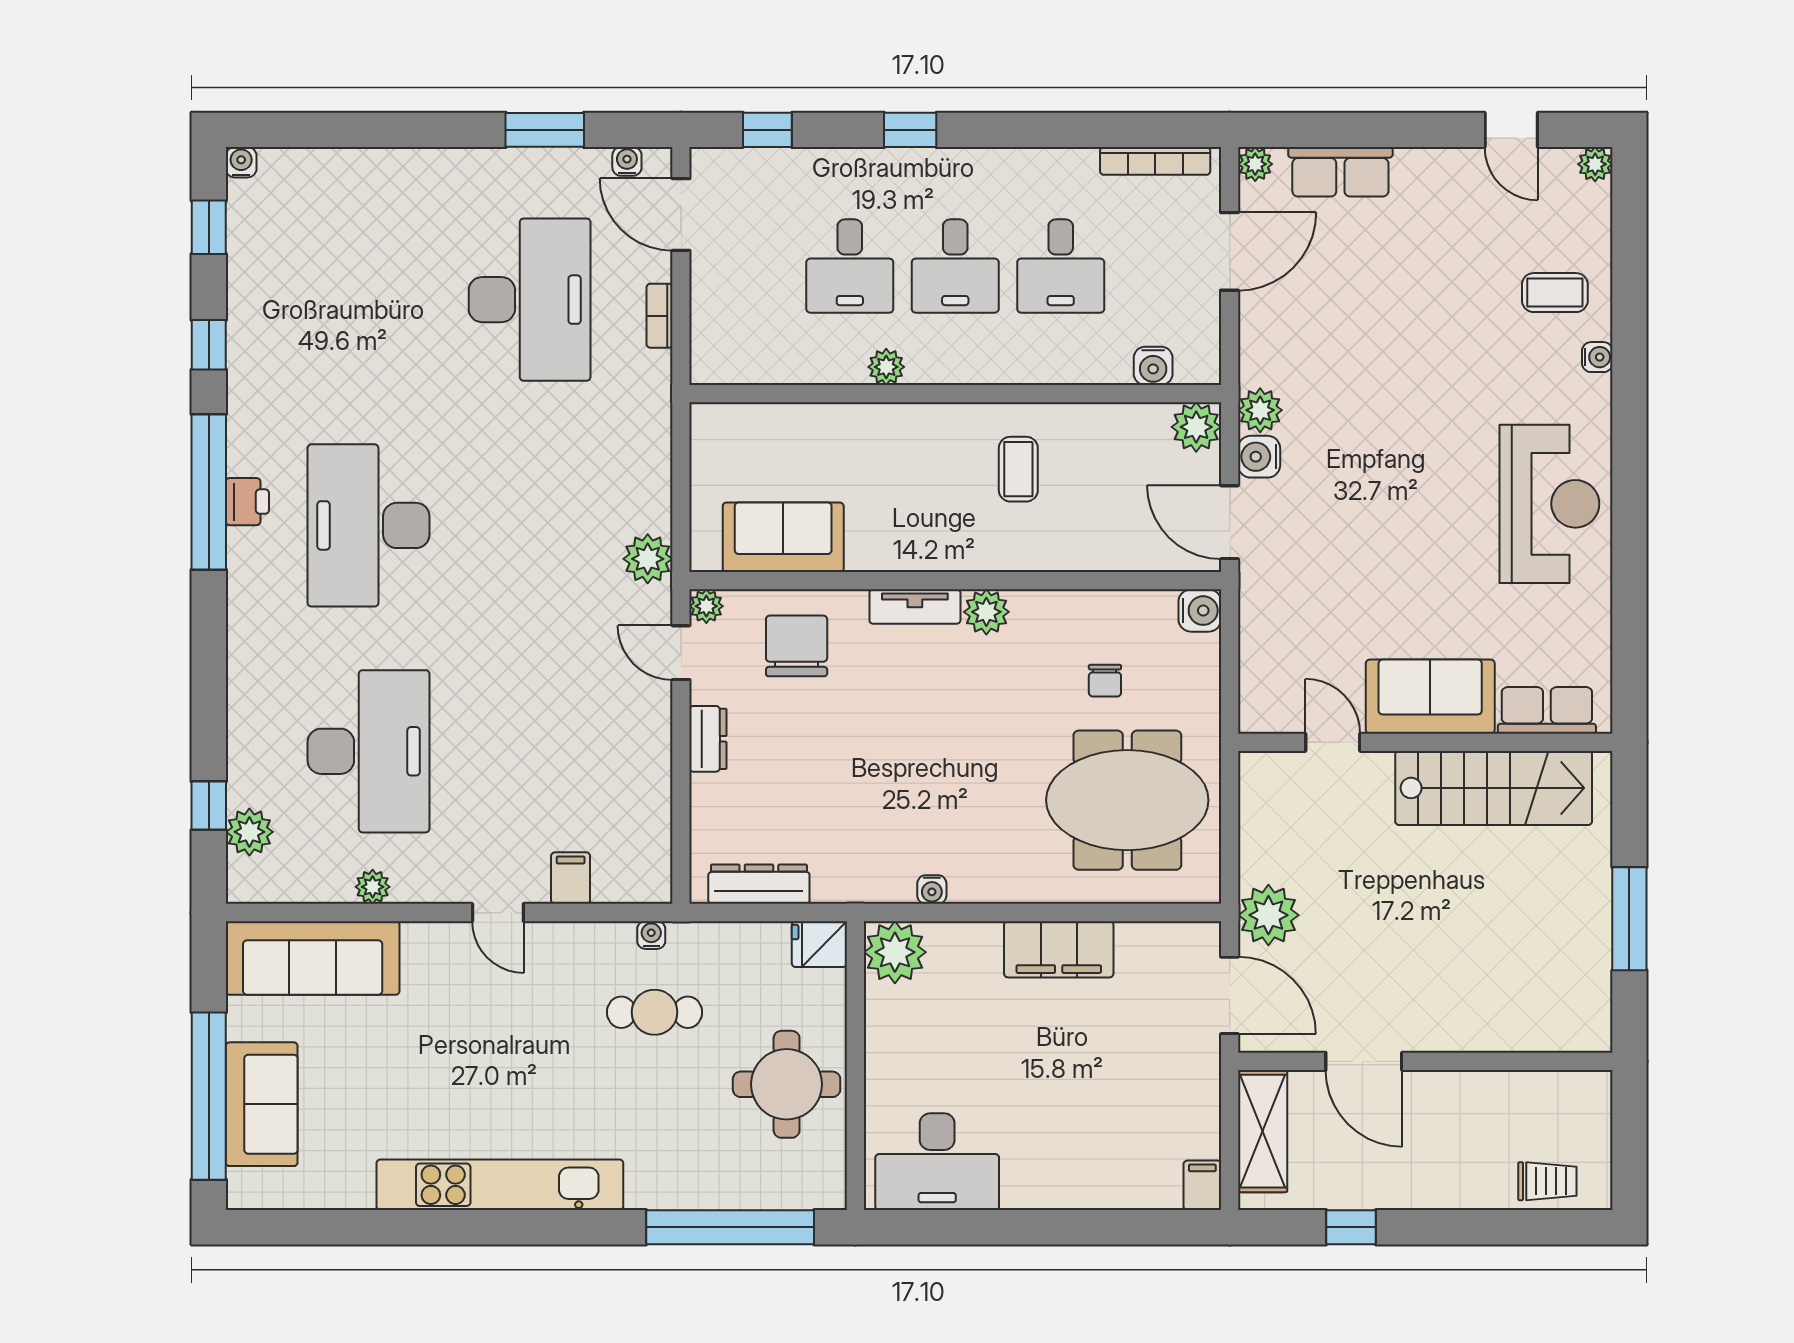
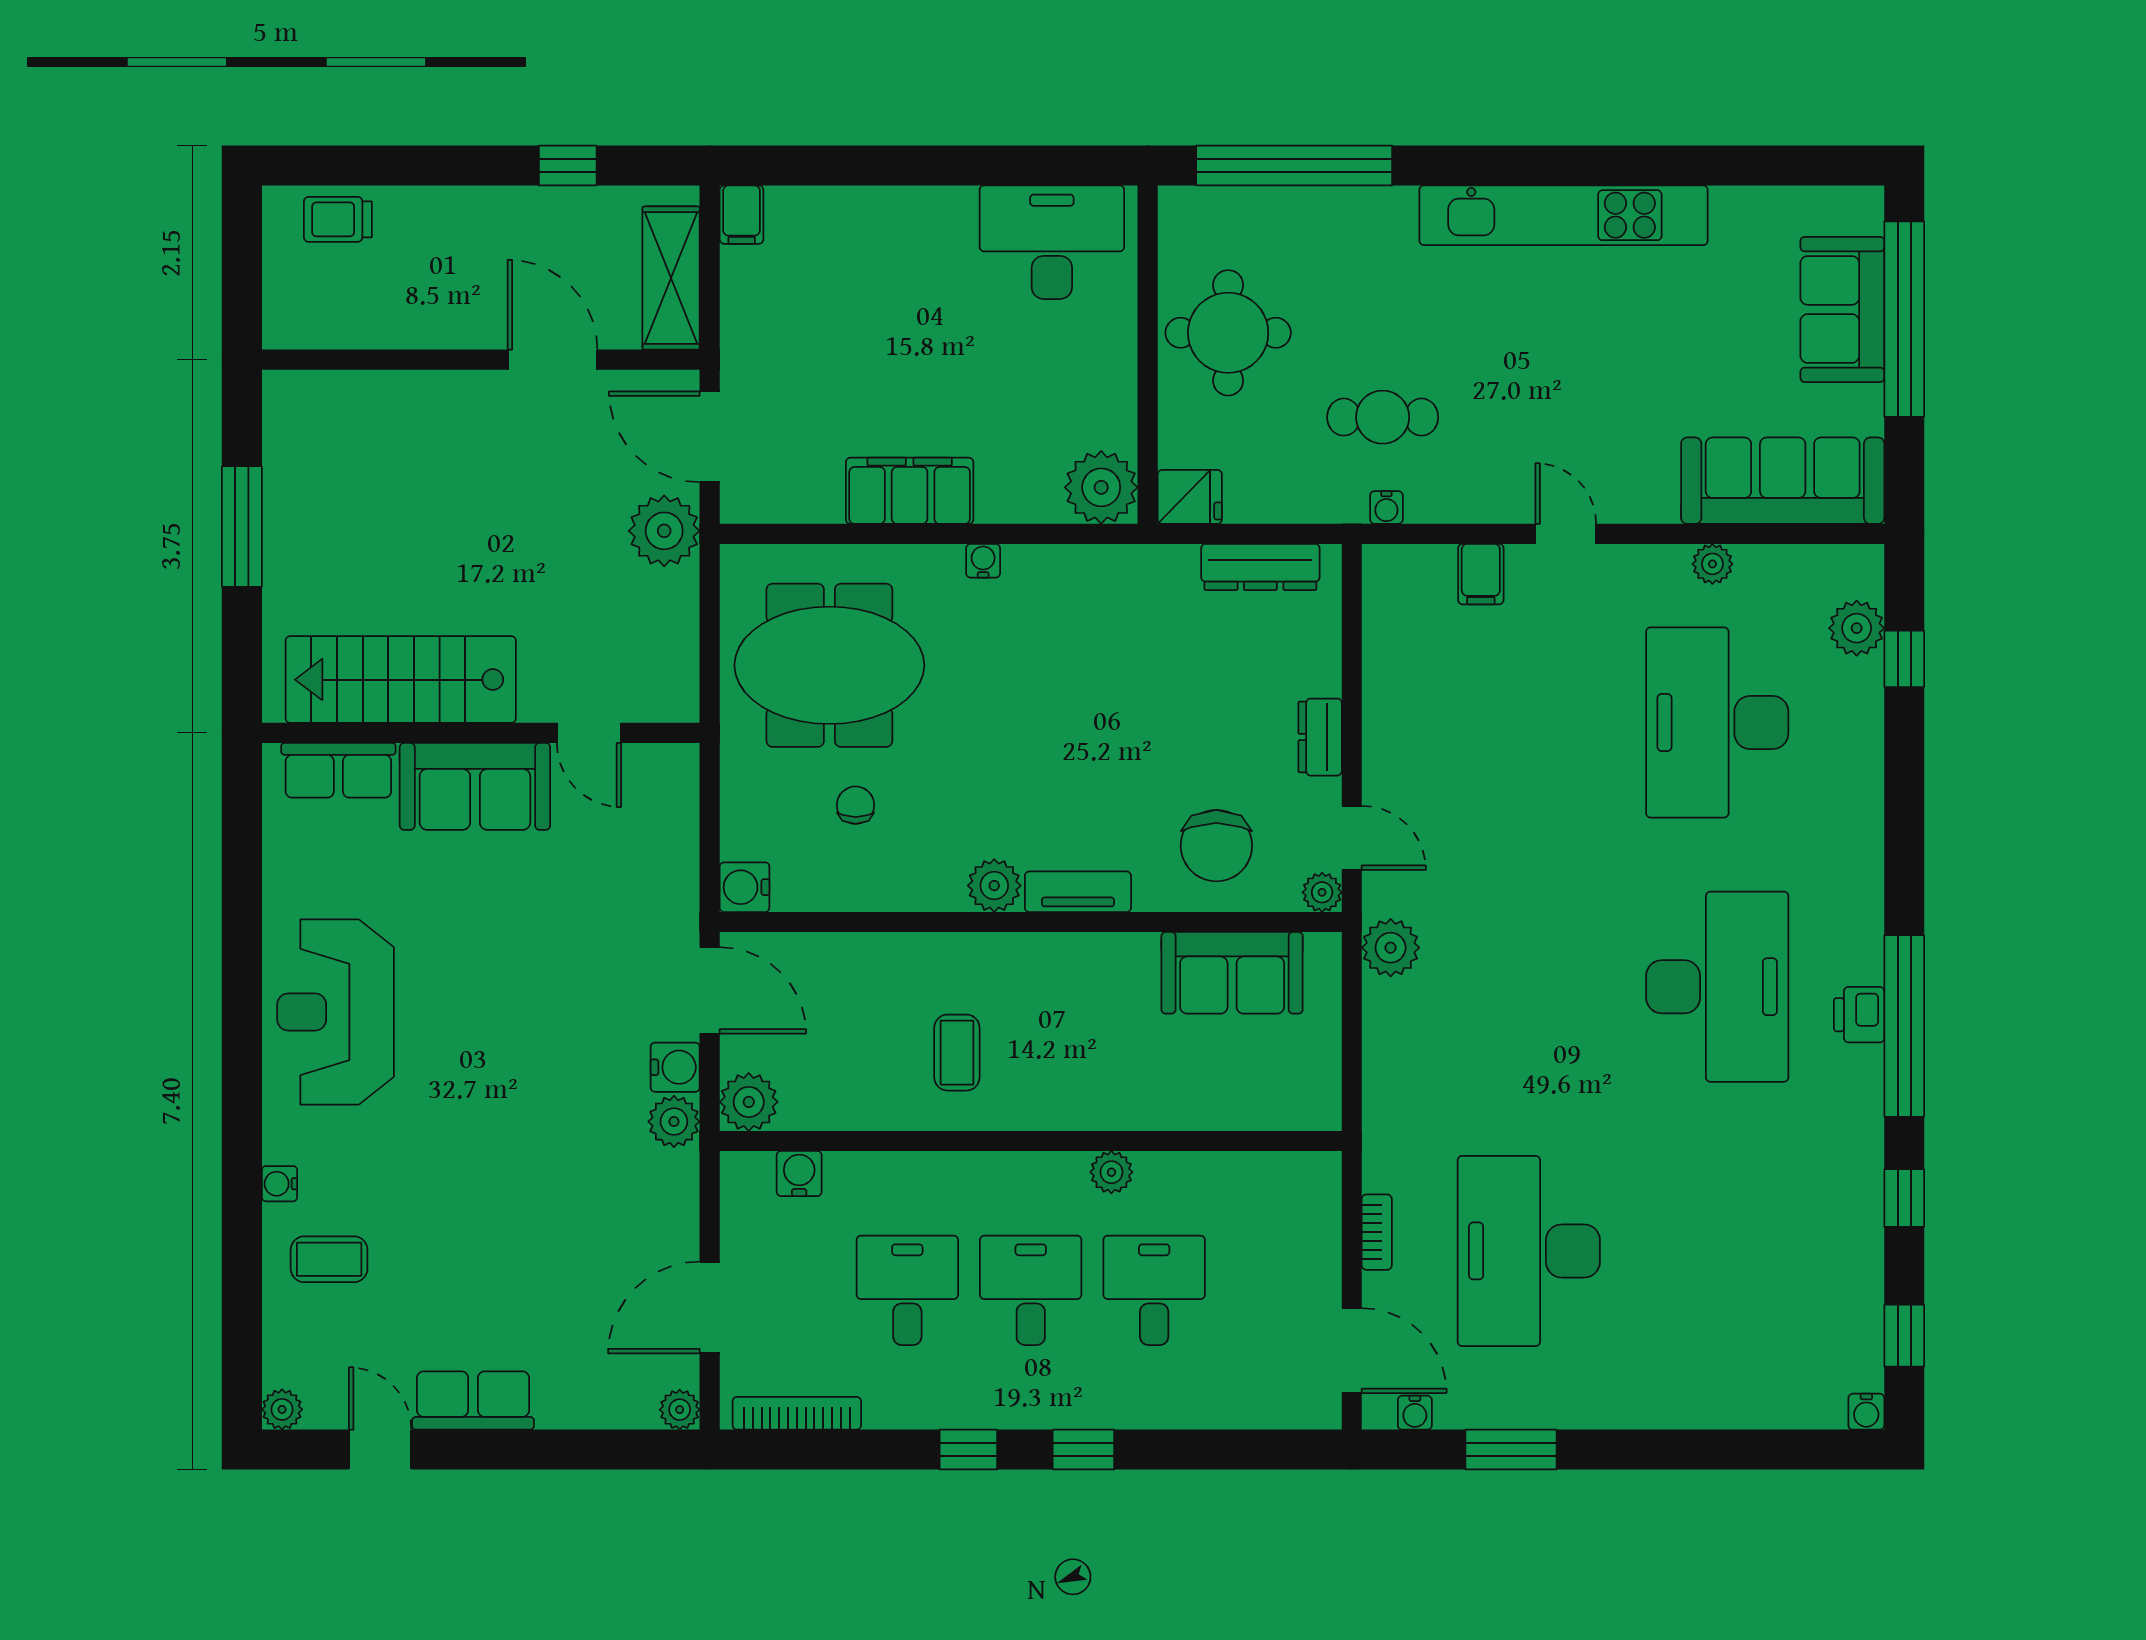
window: (767, 130) -> (968, 1450), moved
row of seats: (1340, 172) -> (473, 1401), moved
water cooler: (932, 890) -> (983, 561), moved

